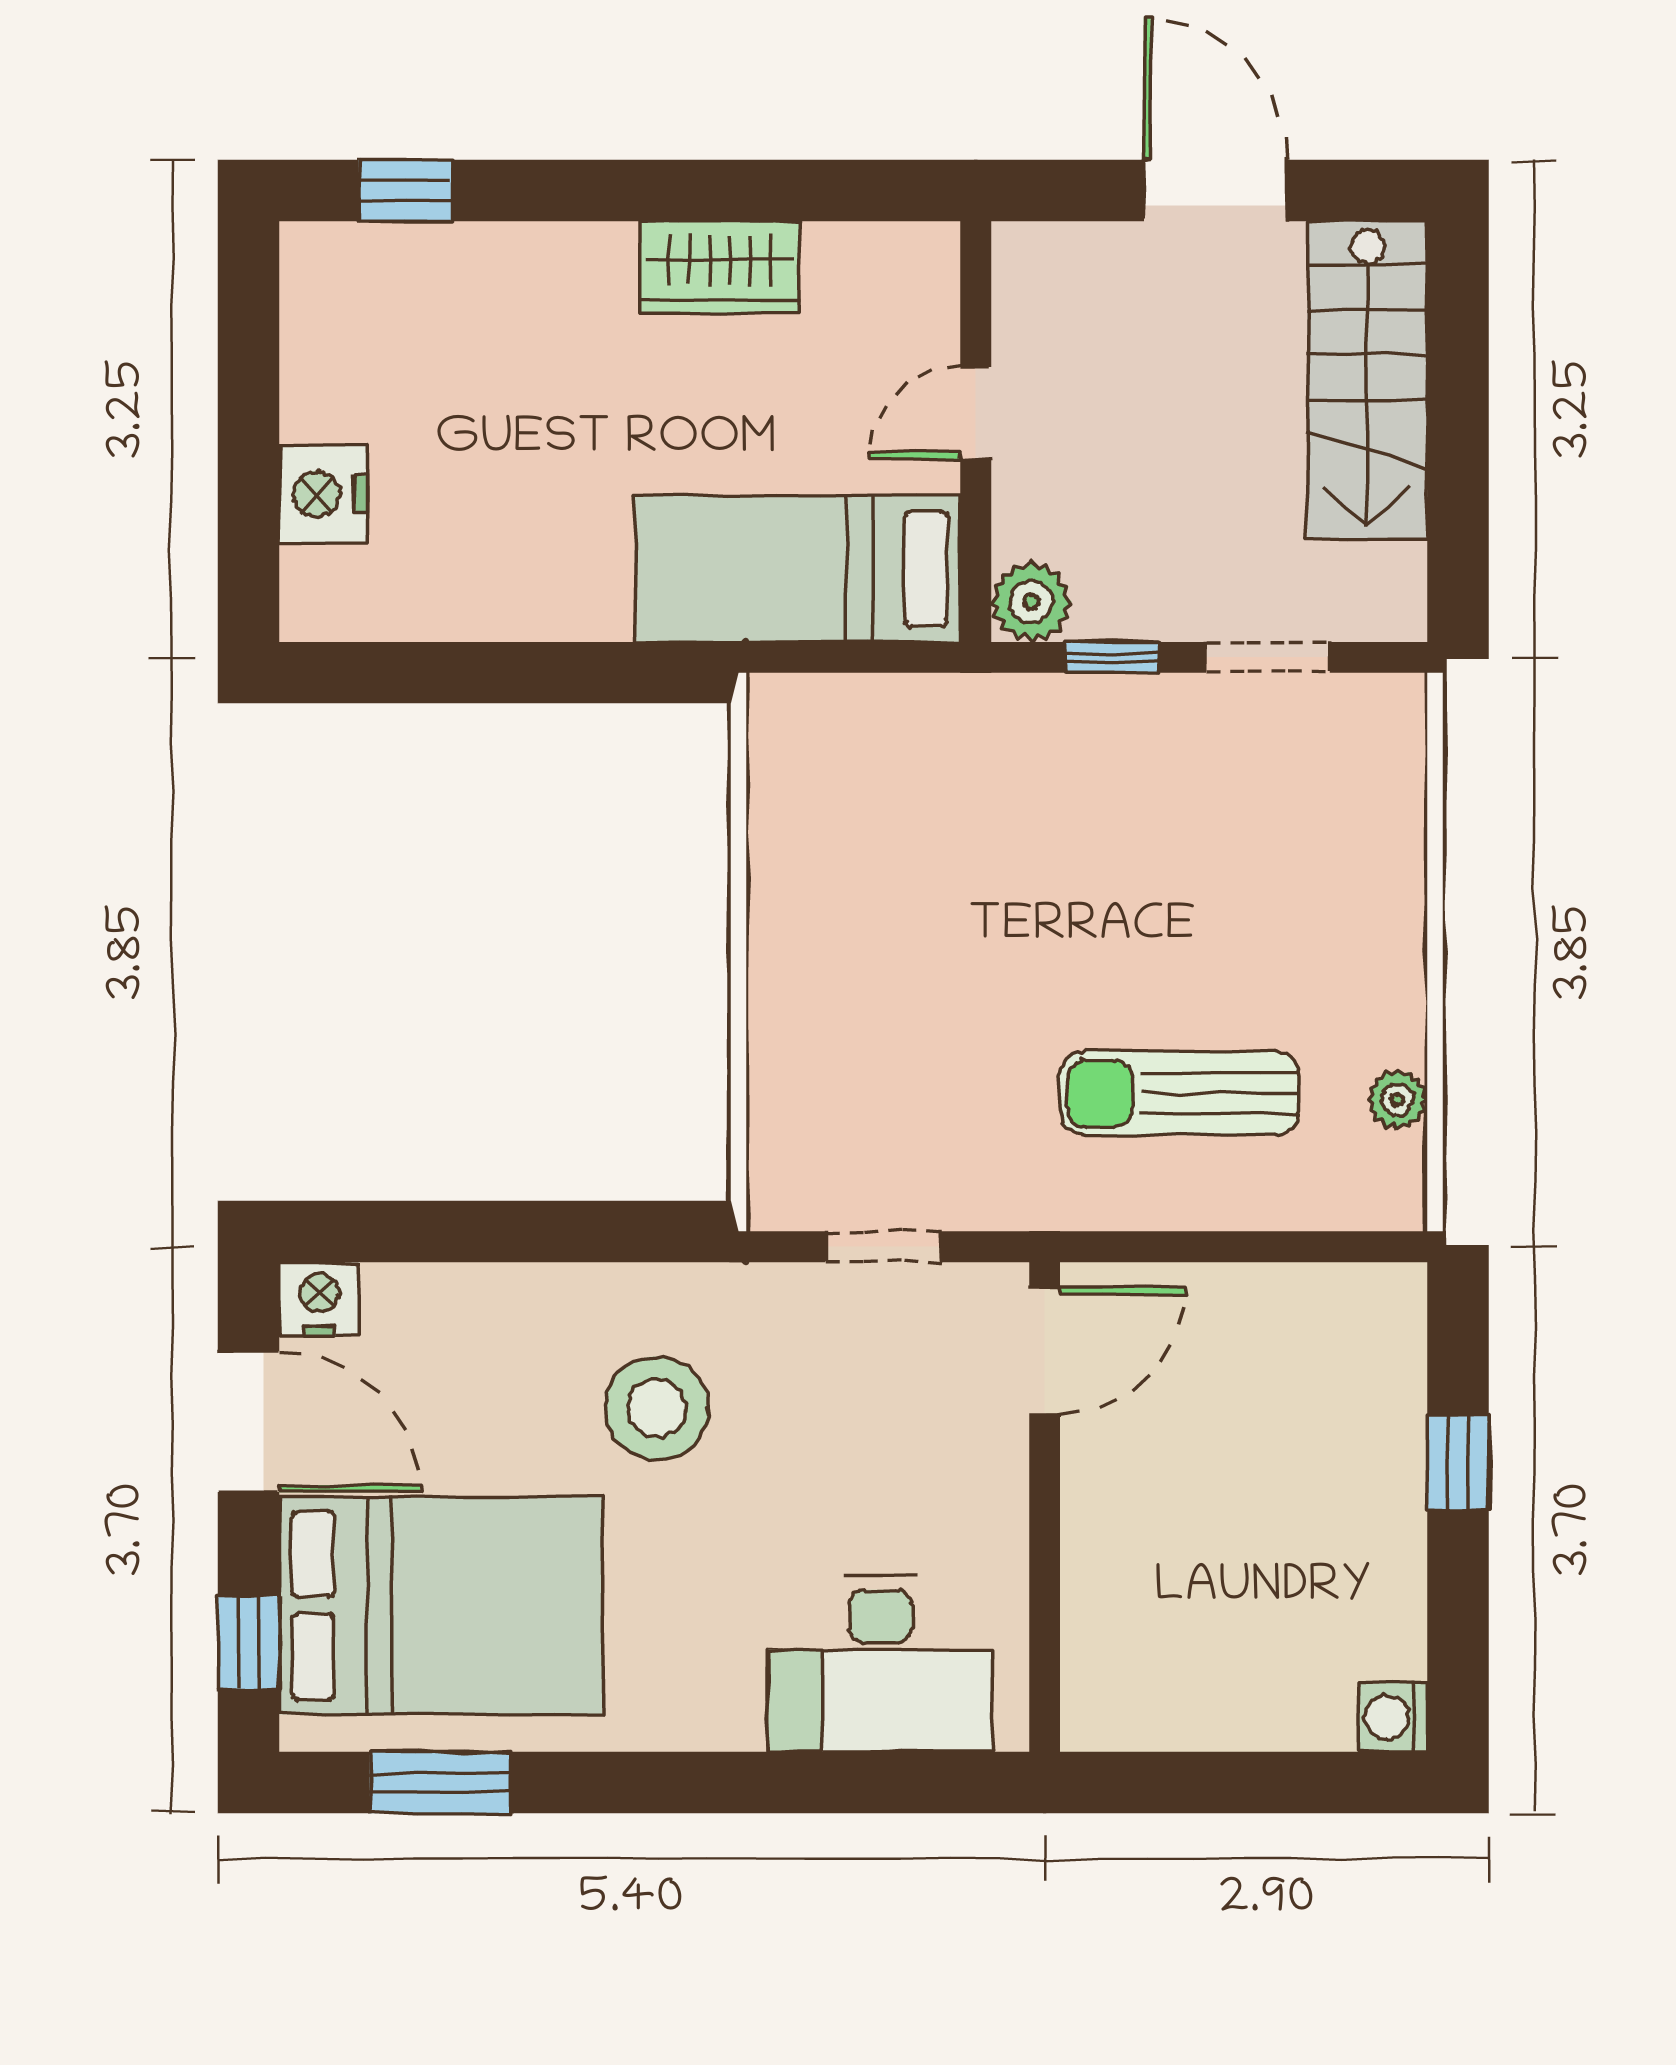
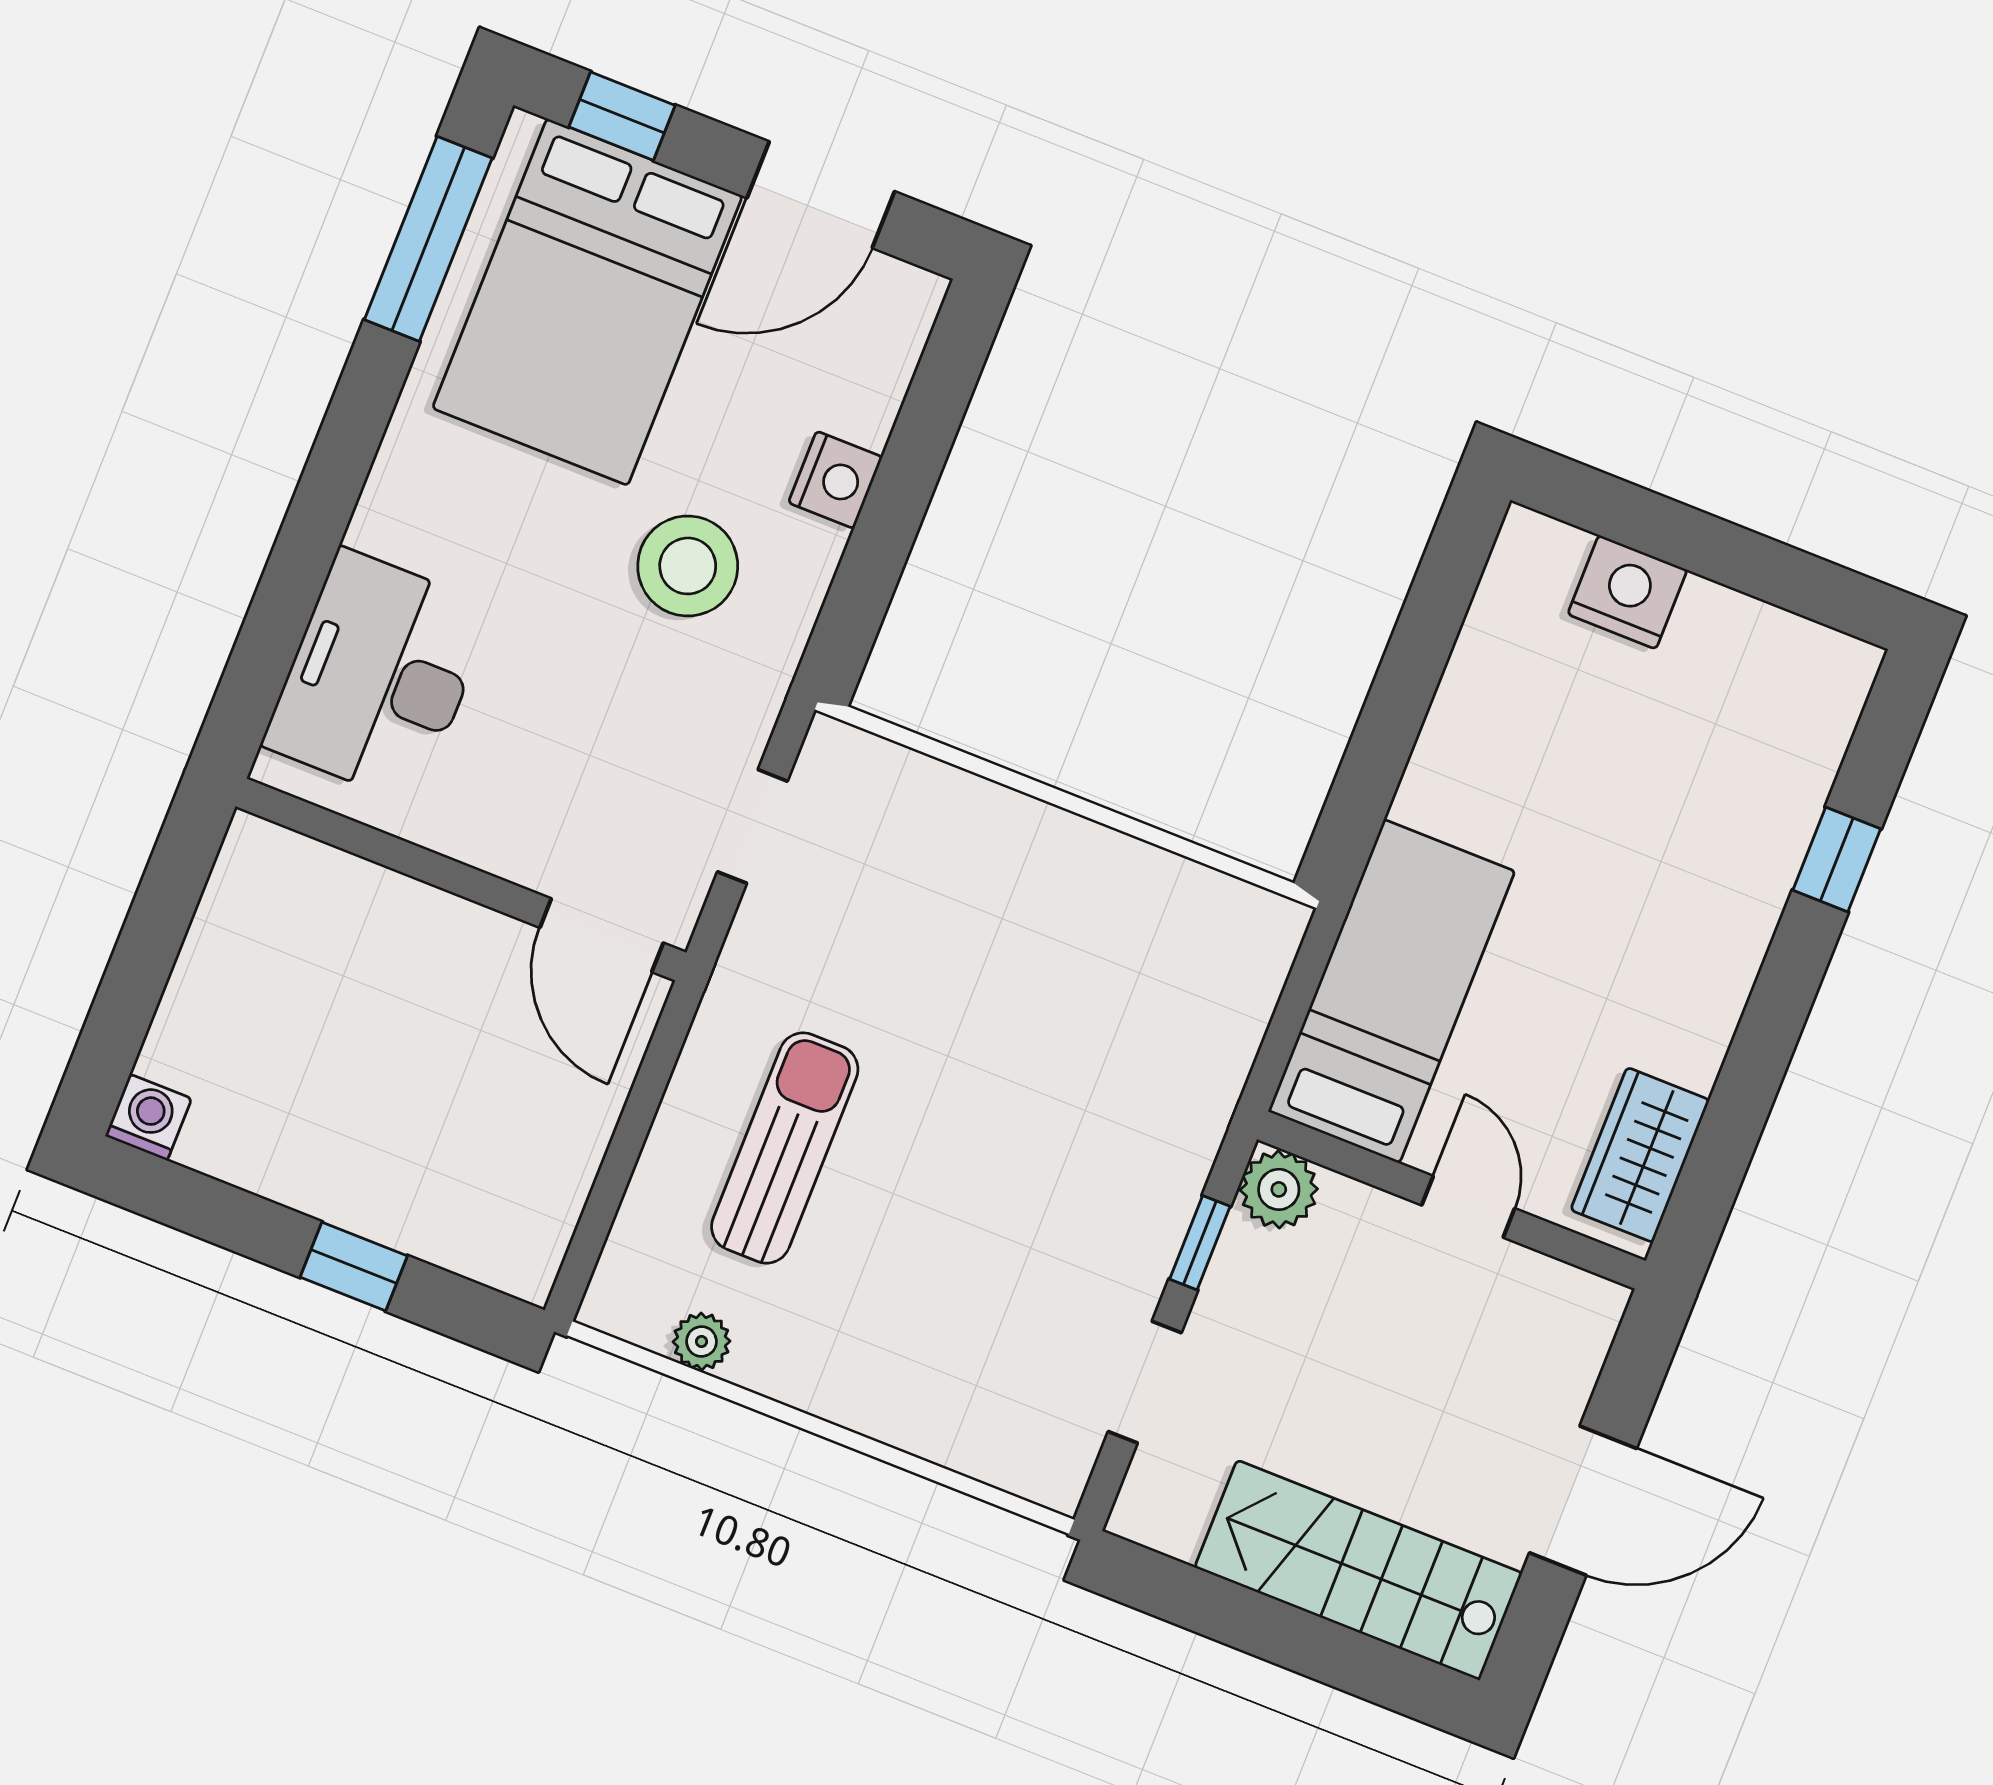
window: (405, 190) -> (1837, 860), moved
wardrobe: (720, 267) -> (1640, 1155), moved
nightstand: (319, 1299) -> (835, 480), moved
window: (441, 1783) -> (428, 239), width x1.44

